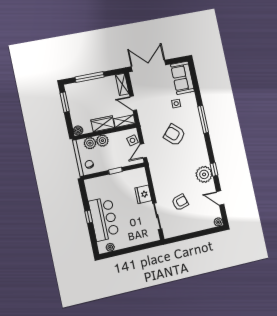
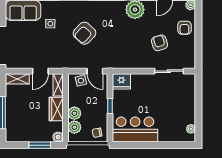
window: (65, 102) -> (40, 145), moved
fridge: (143, 194) -> (121, 81), moved
window: (89, 217) -> (153, 145), removed
bar counter: (104, 219) -> (135, 130), moved
armchair: (198, 221) -> (184, 28), added

